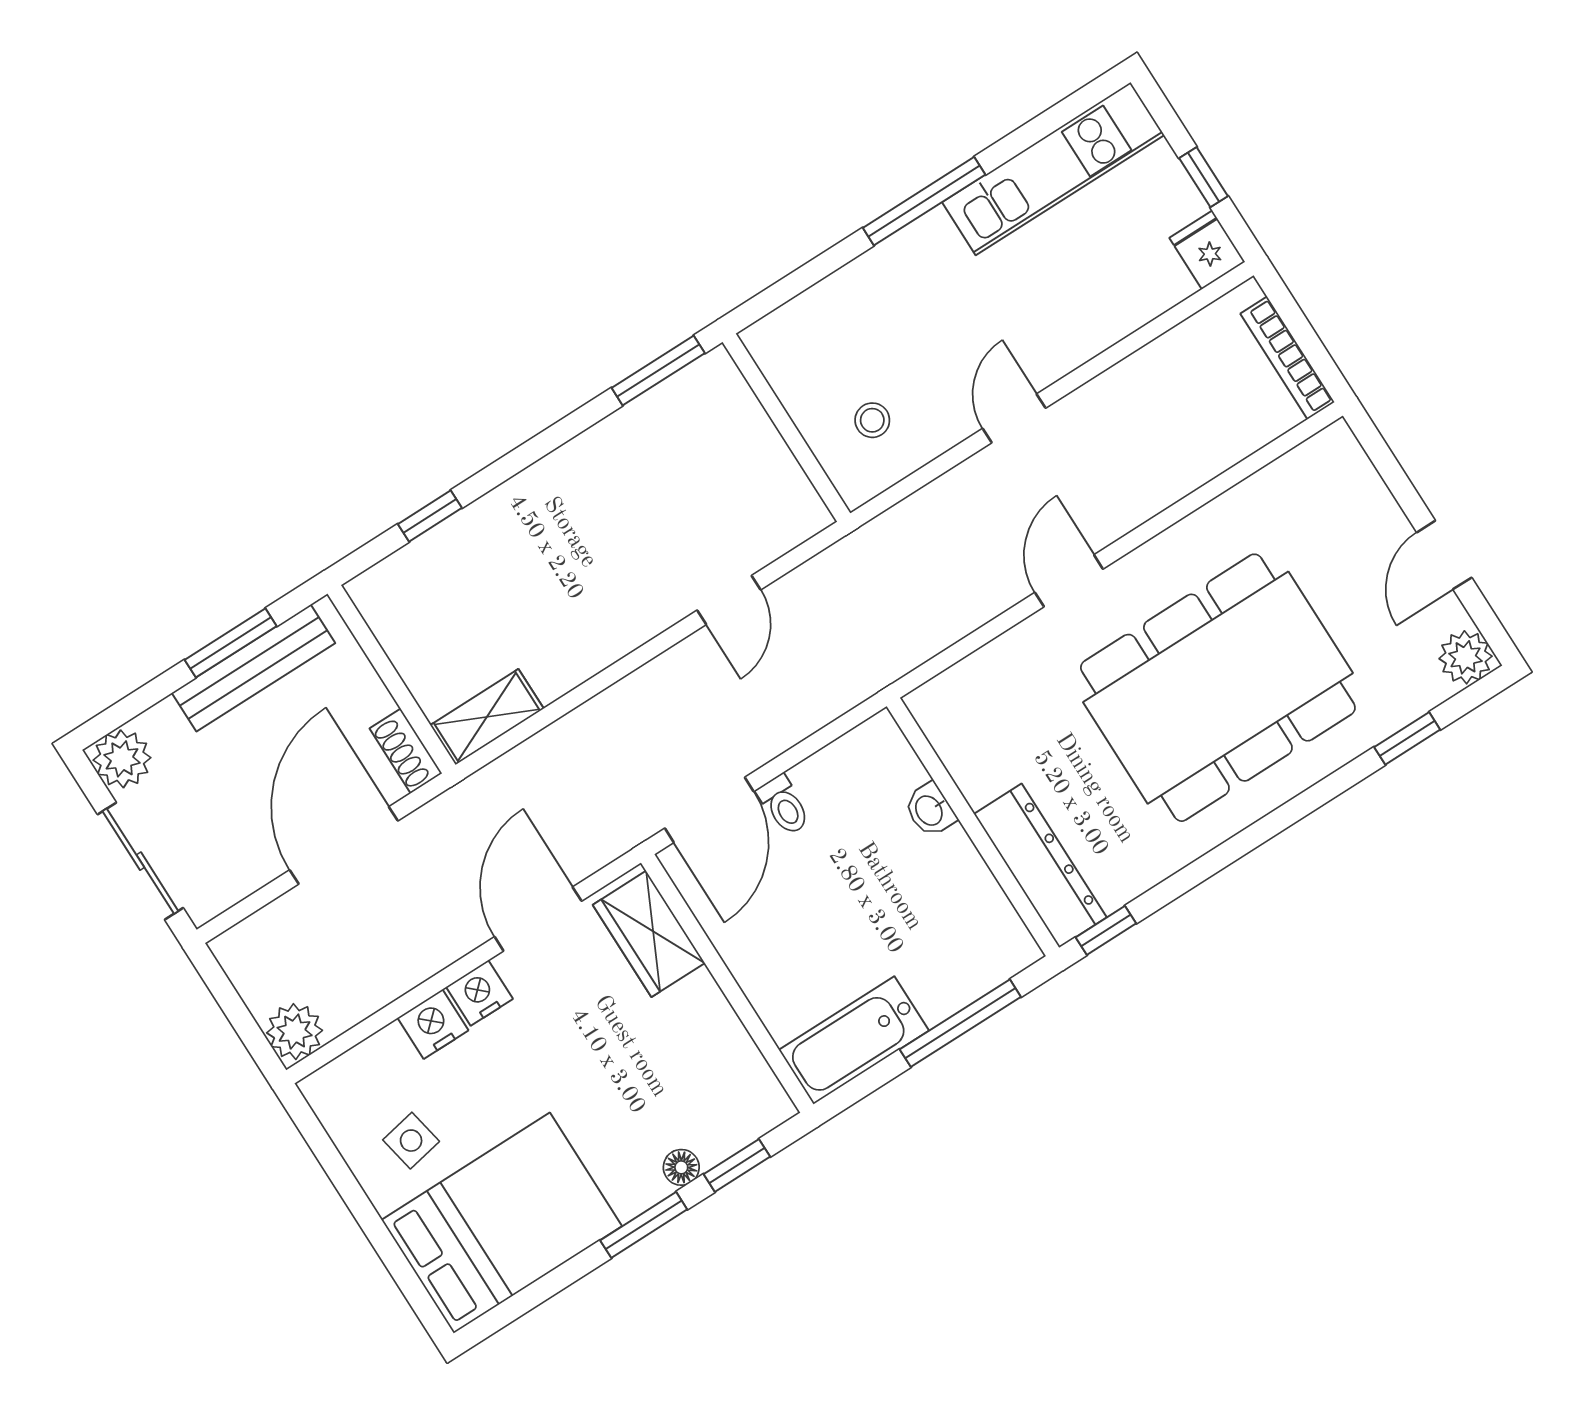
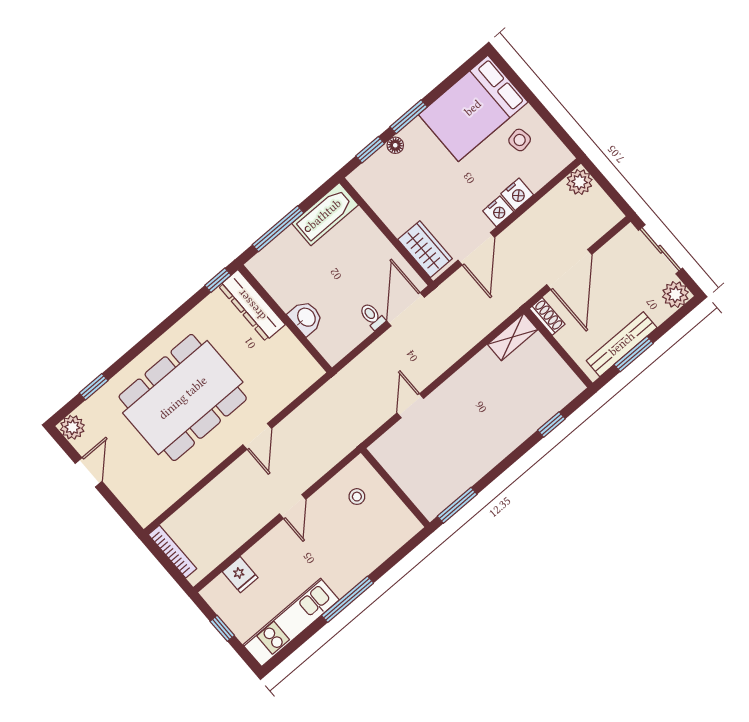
fridge: (1207, 250) -> (240, 575), moved
washbasin: (930, 810) -> (306, 318), width x1.38, depth x1.45

